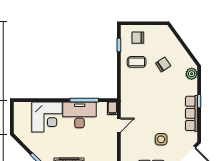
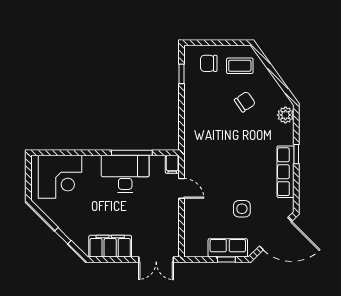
coffee table: (137, 62) -> (240, 66), moved
corner desk: (47, 117) -> (60, 177), moved
door: (119, 125) -> (181, 188), hinge flipped

